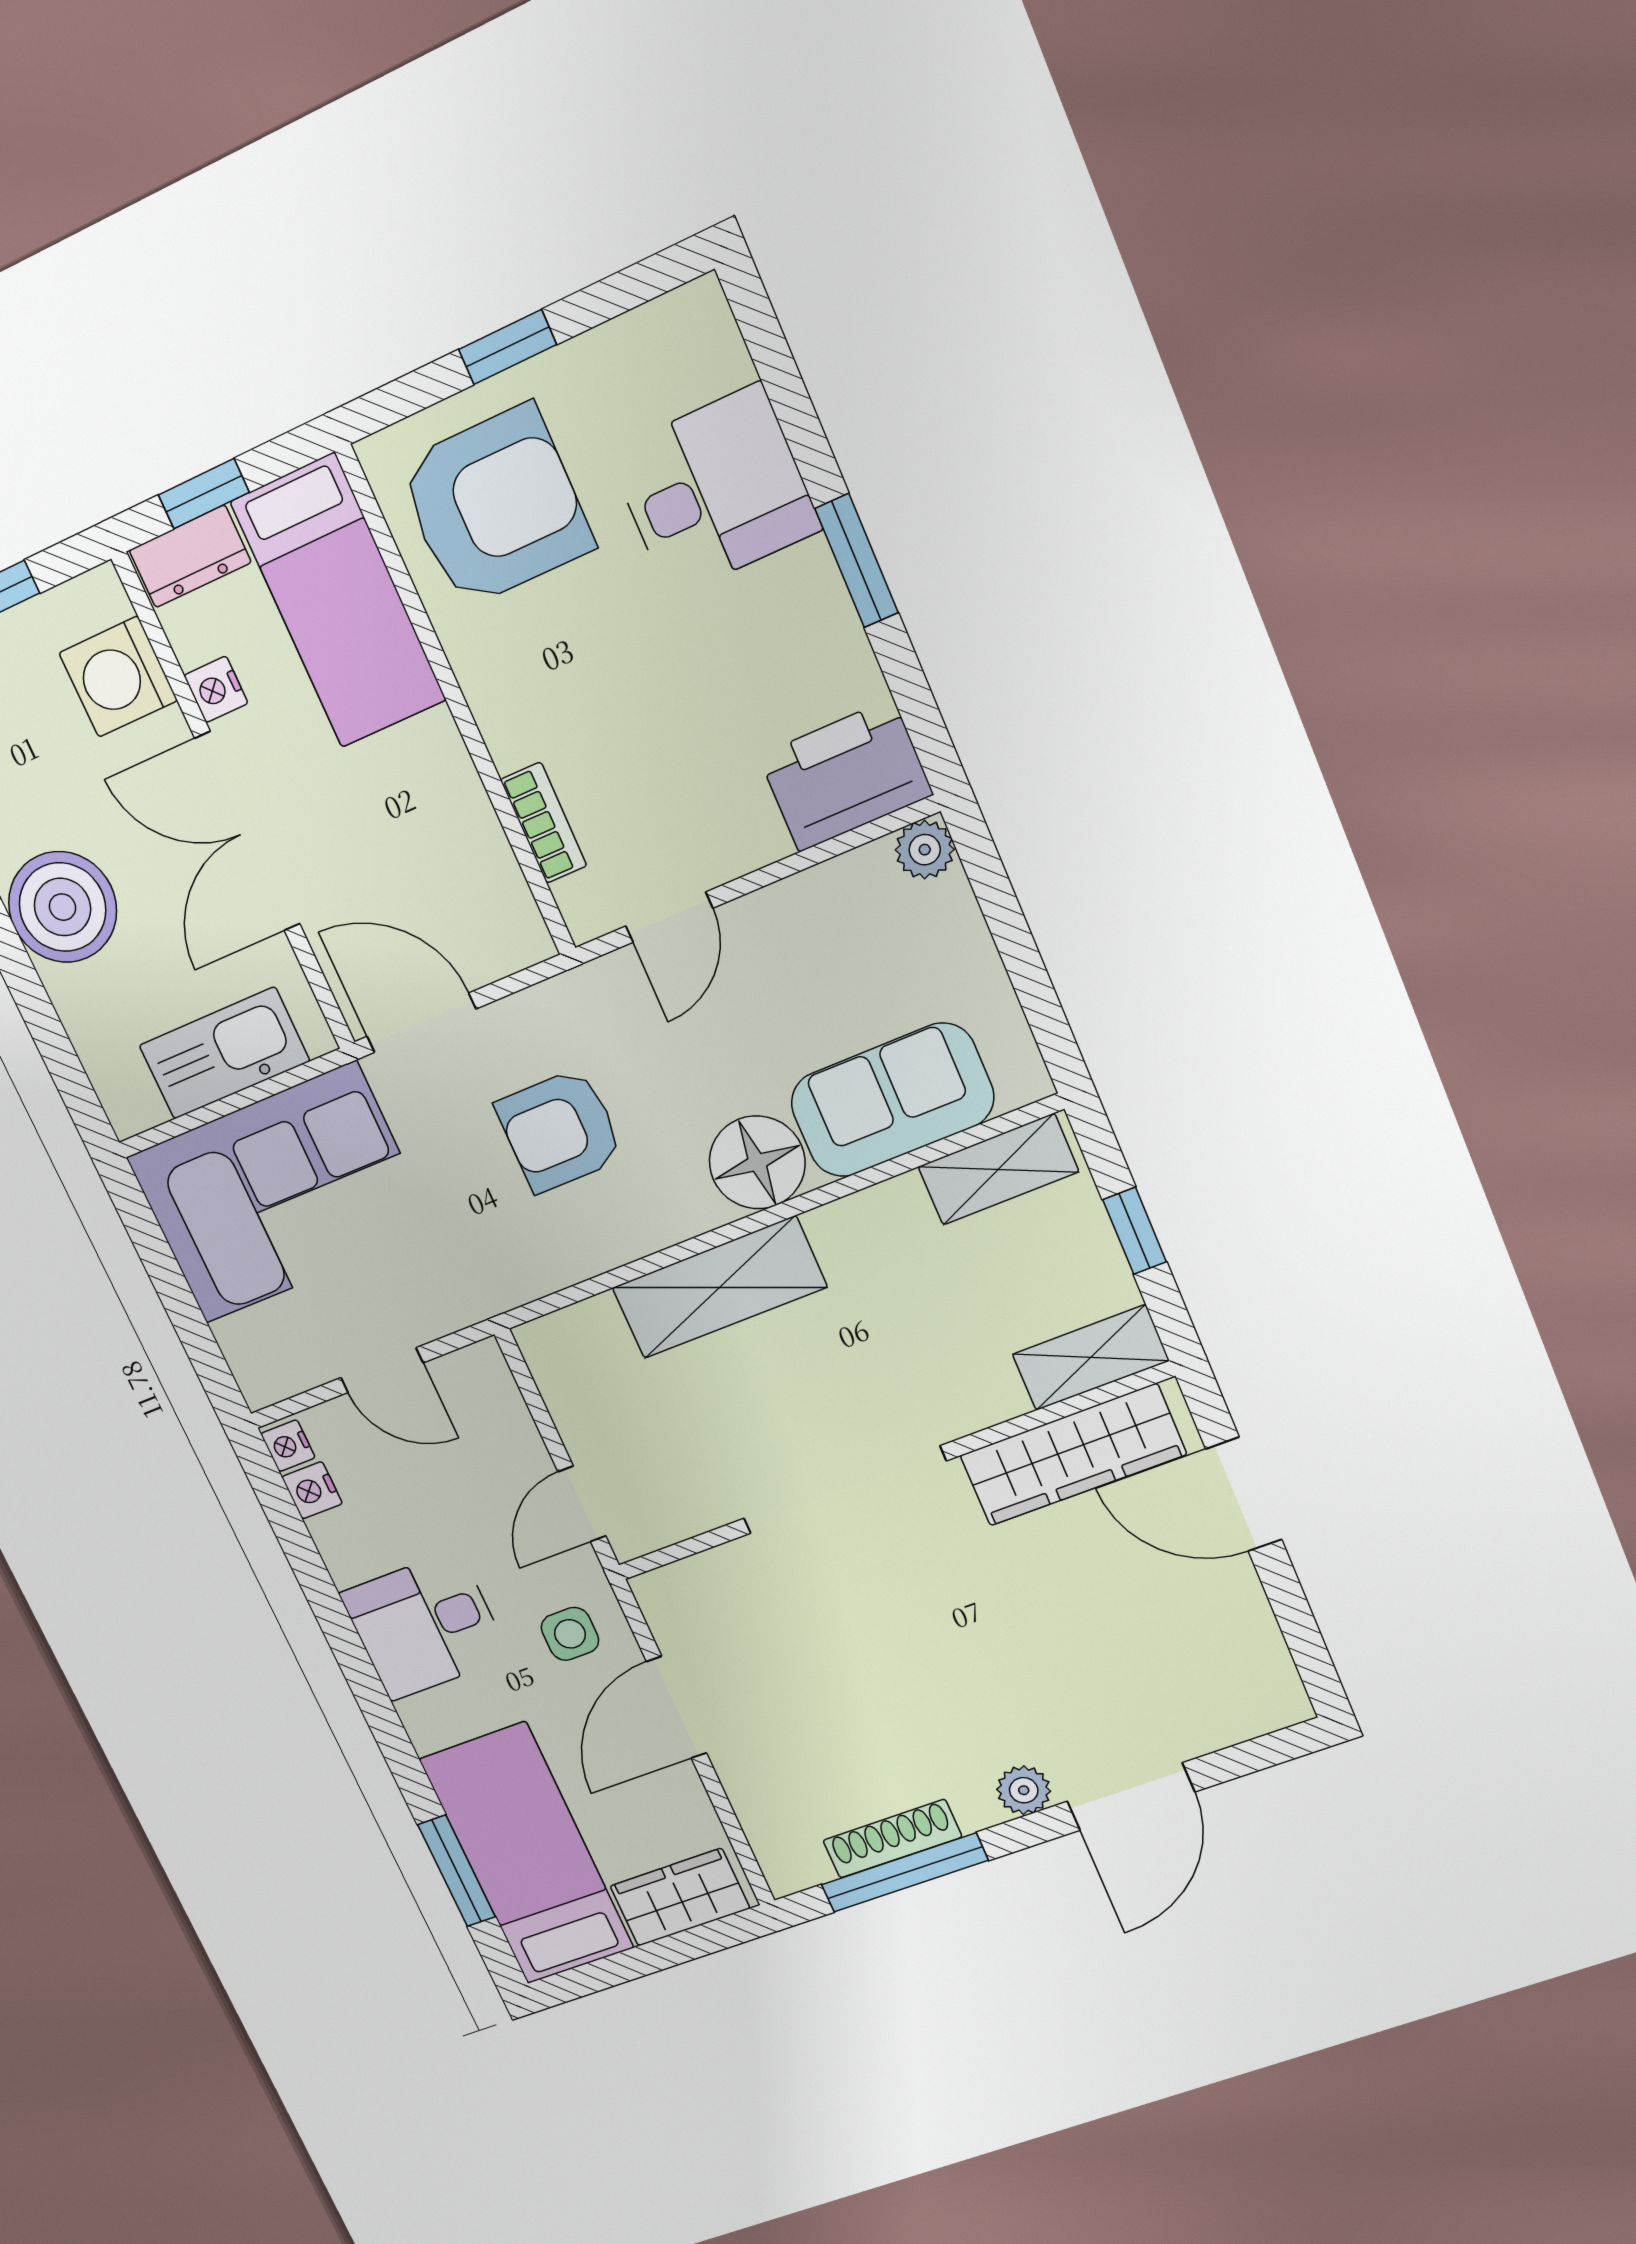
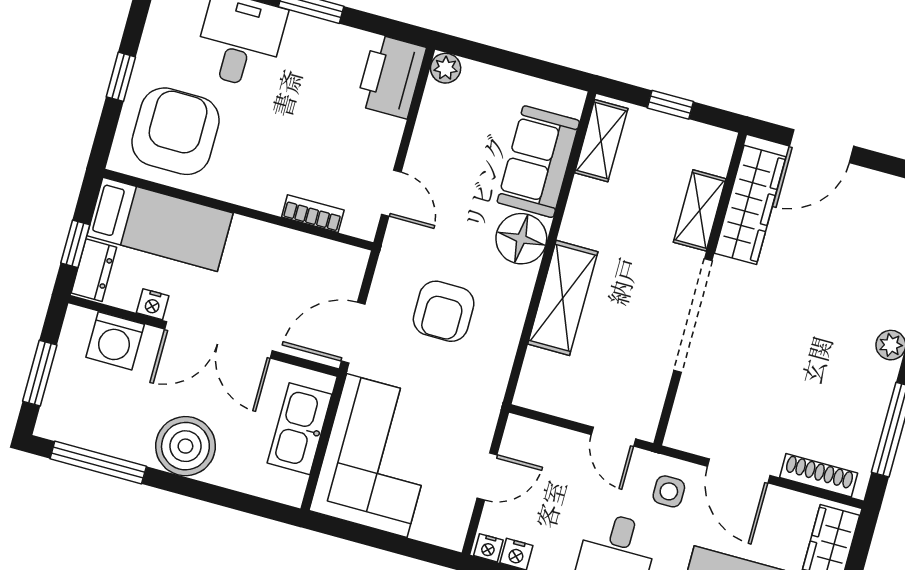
shelving: (1091, 1358) -> (700, 210), moved
shoe rack: (892, 1839) -> (819, 475), moved, turned 90

